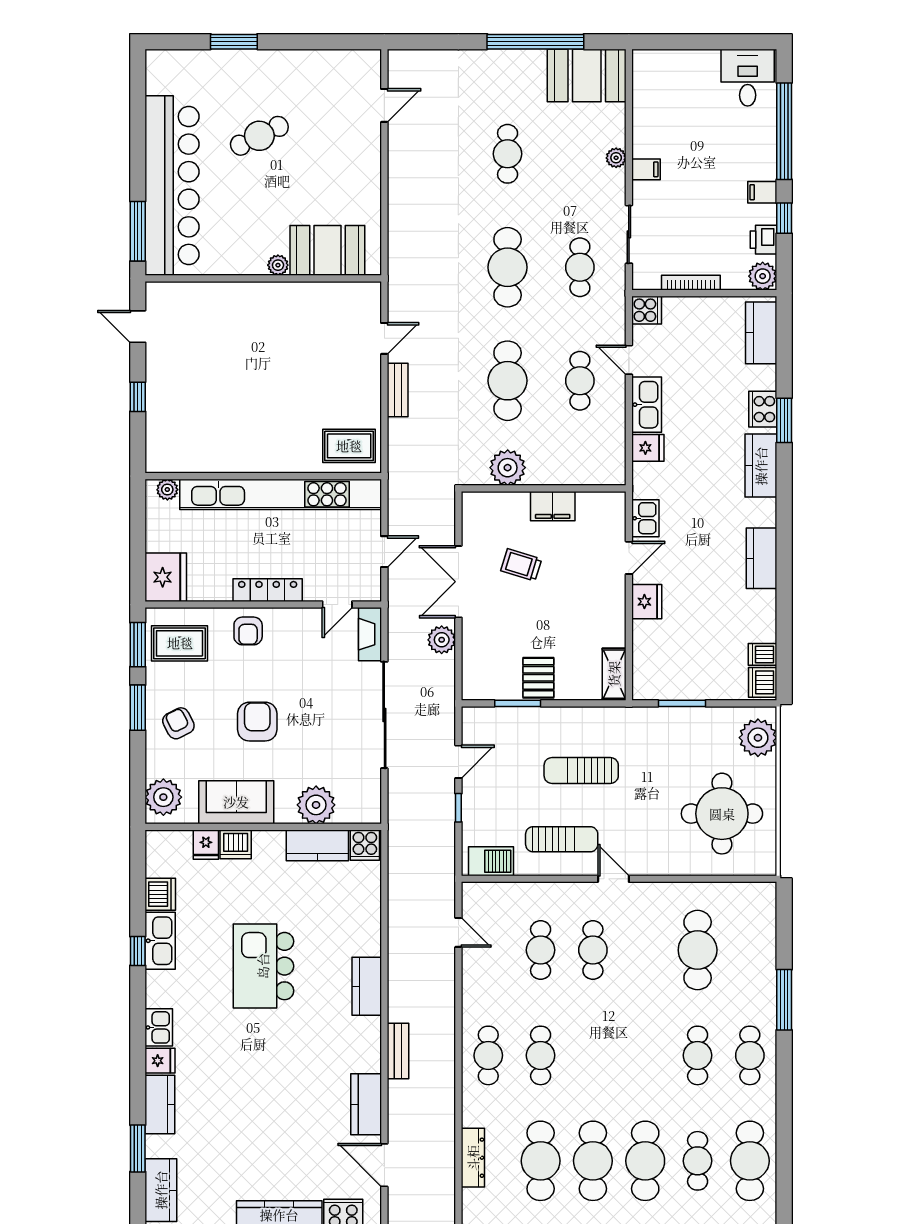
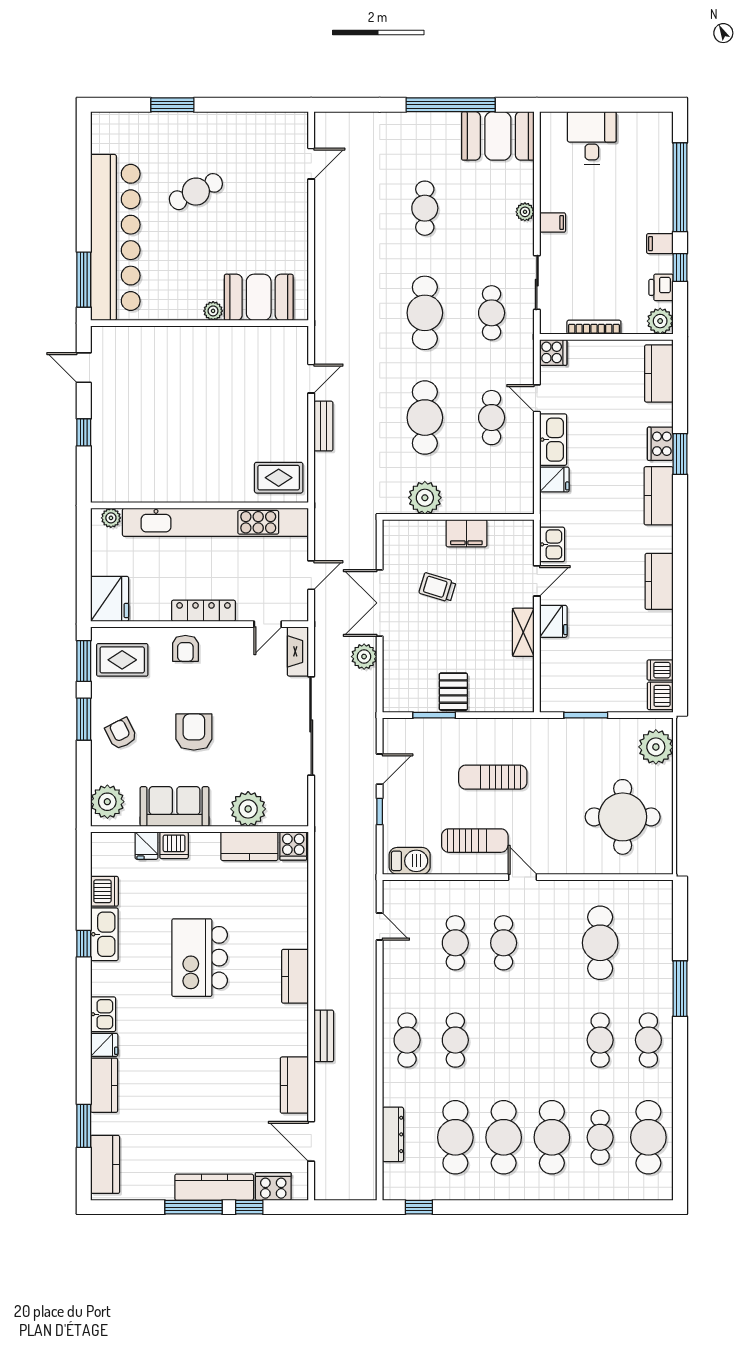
desk: (748, 78) -> (592, 138), moved
shelving: (614, 674) -> (523, 632), moved

